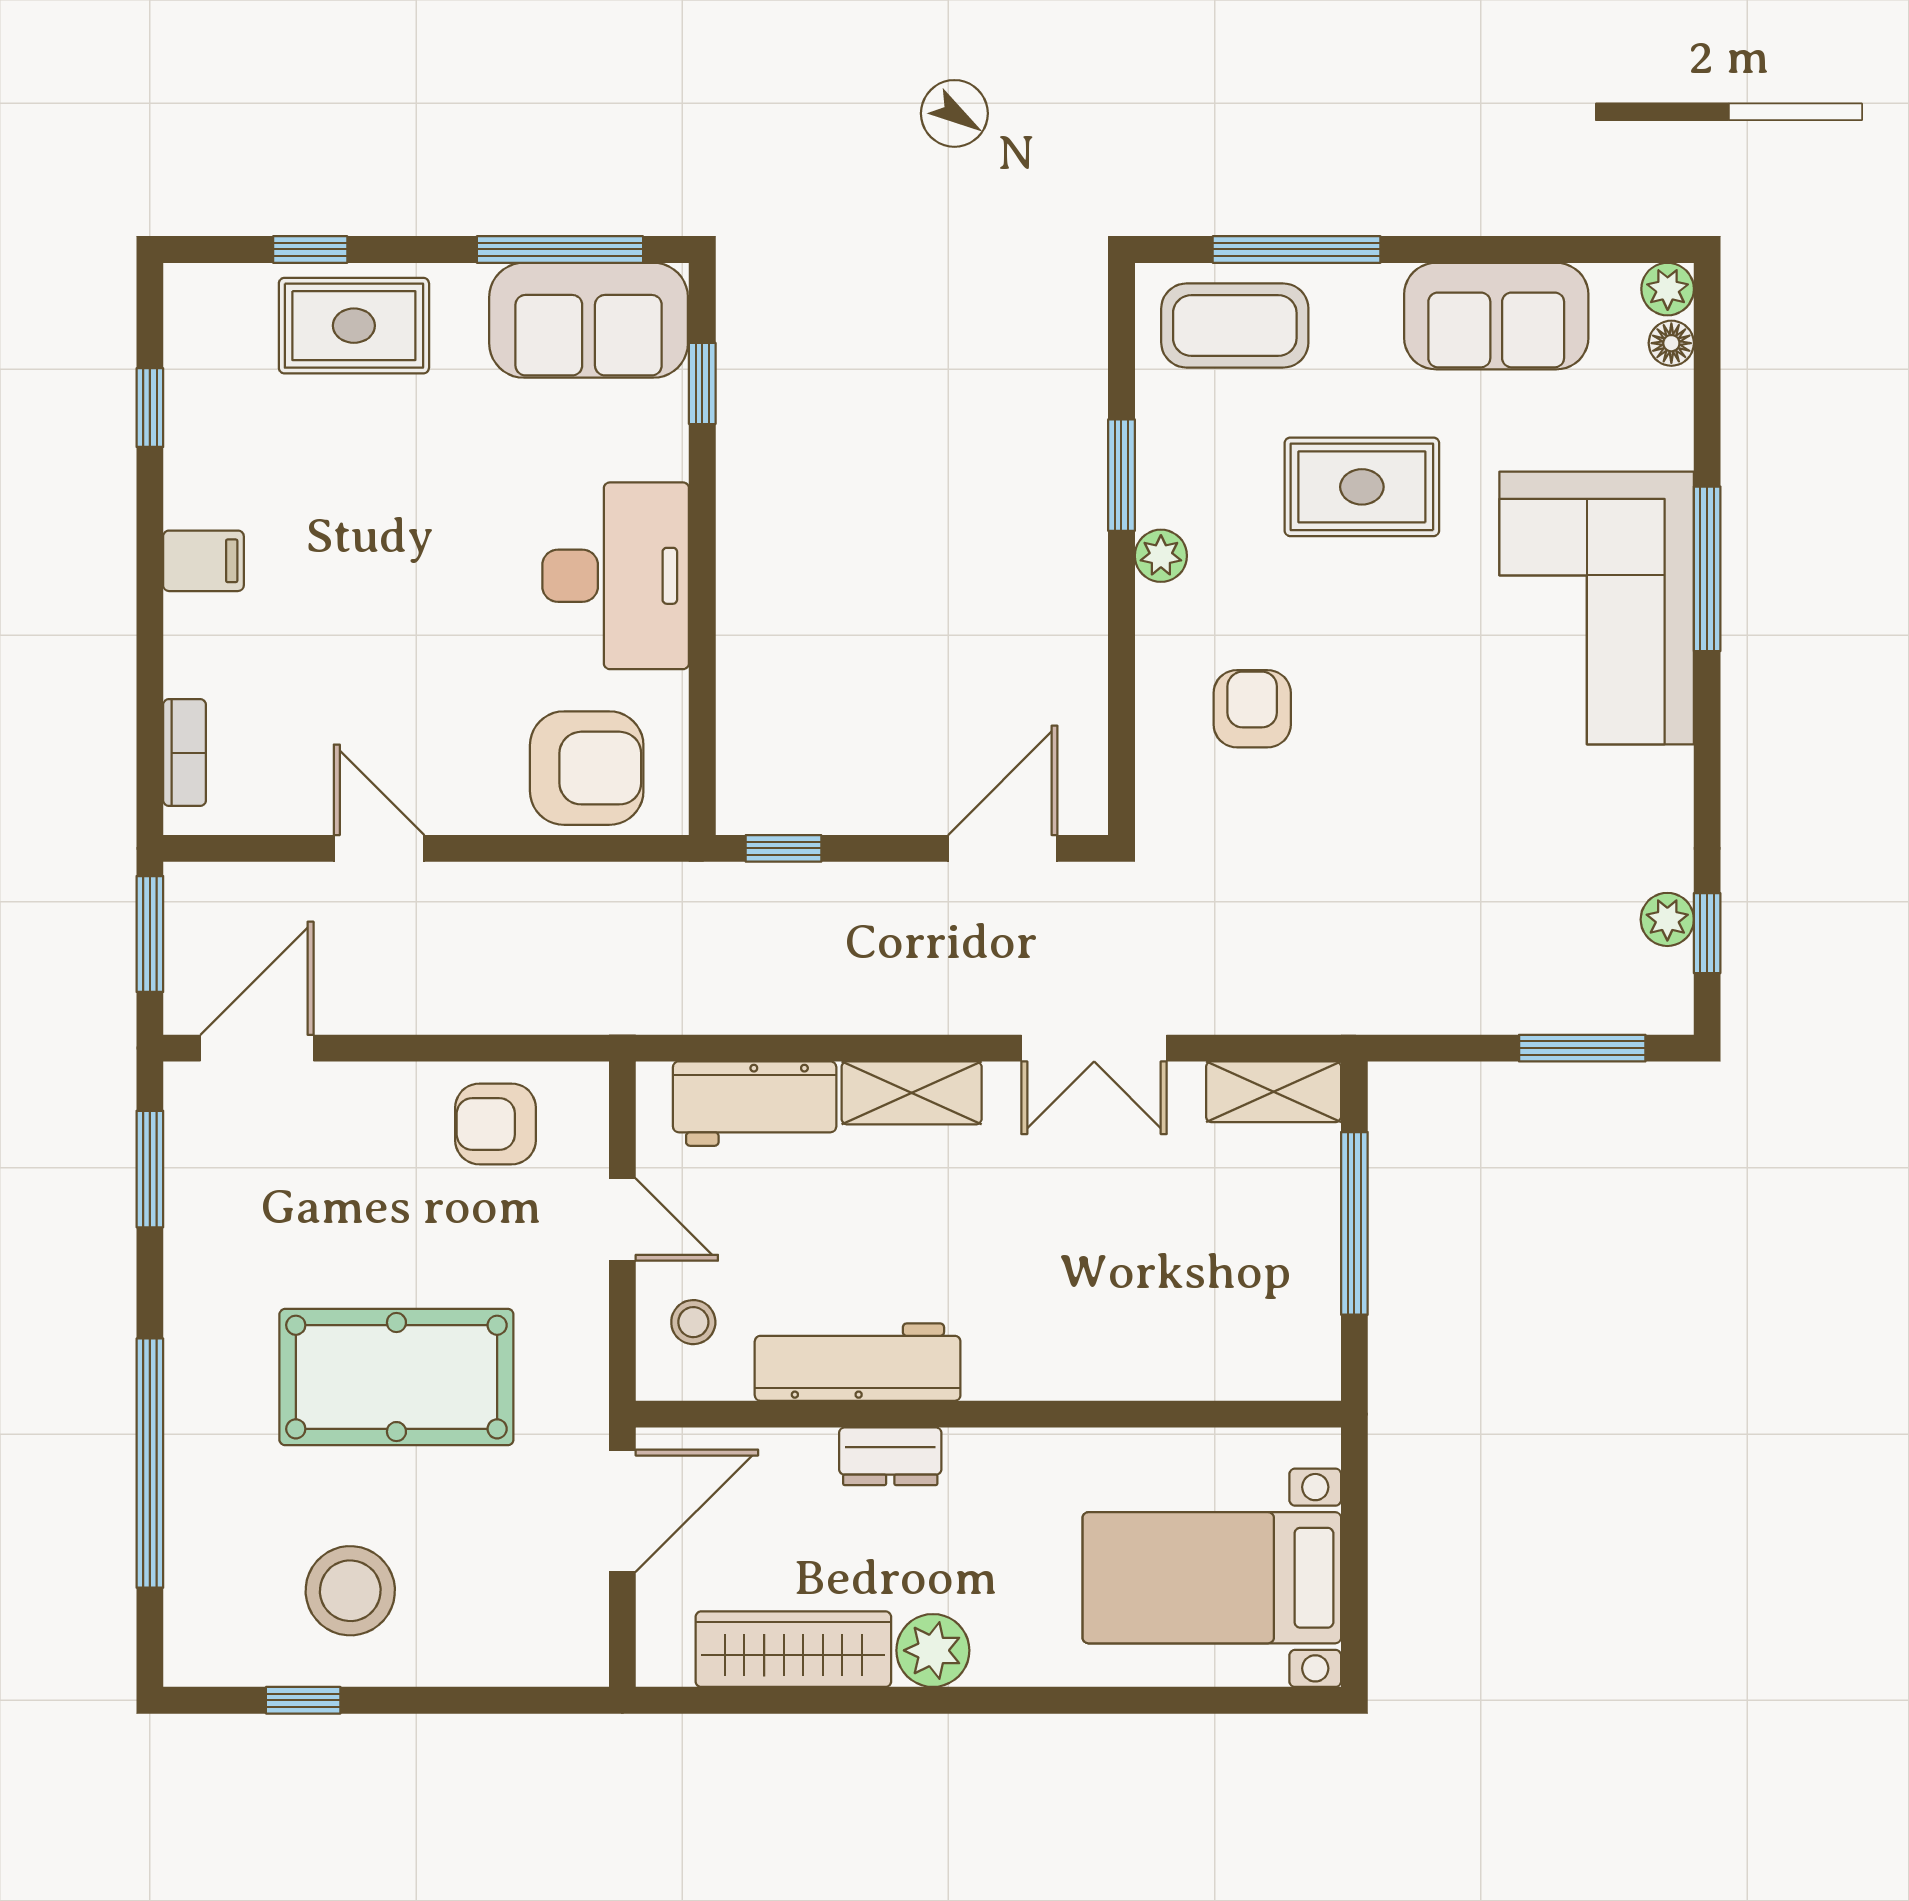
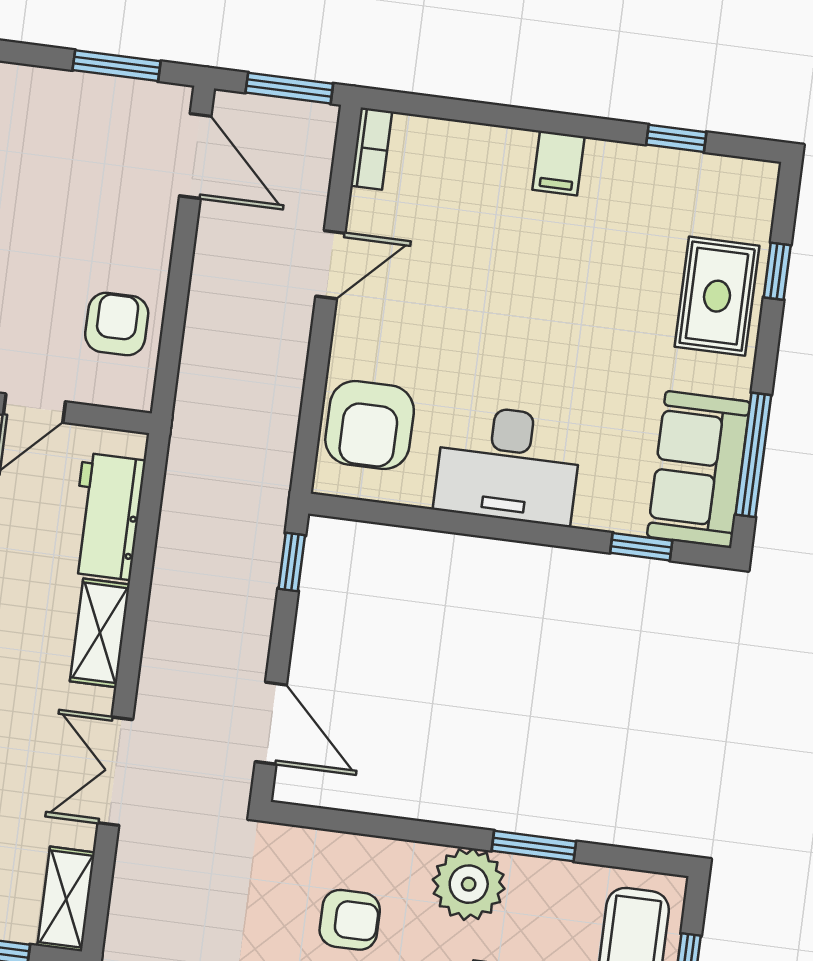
plant: (1161, 556) -> (469, 884), width x1.88, depth x1.88
bookcase: (185, 753) -> (371, 149), moved, turned -90

